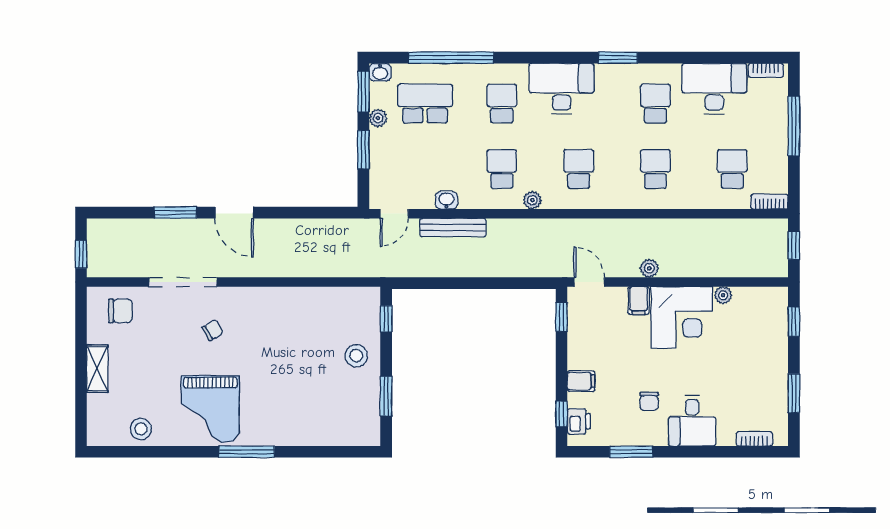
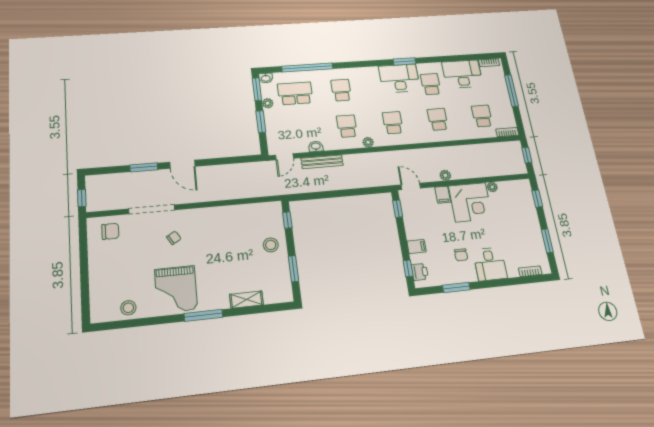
desk: (562, 89) -> (399, 78), moved
shelving: (97, 369) -> (246, 300), moved, turned 90

